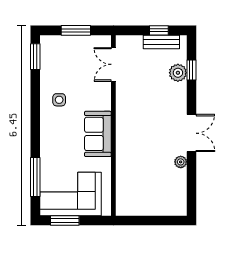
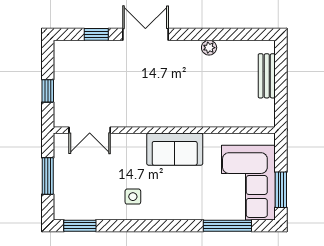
window: (159, 30) -> (48, 91), moved
bench: (161, 42) -> (267, 76), moved
plant: (178, 73) -> (100, 51), removed
double door: (191, 133) -> (145, 34), moved

